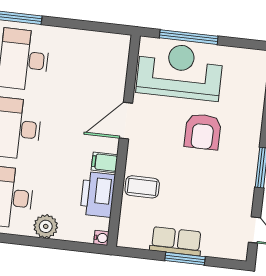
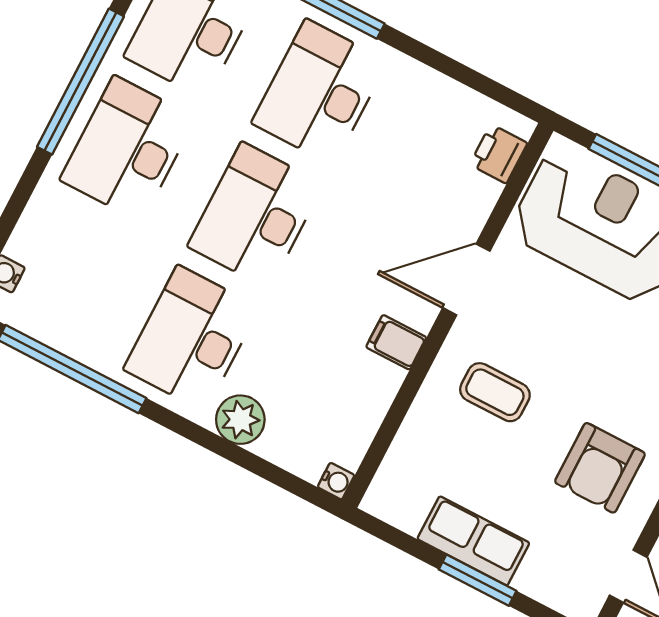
armchair: (203, 132) -> (600, 468), moved
coffee table: (142, 187) -> (495, 392), moved
printer: (98, 194) -> (499, 154), moved, width x0.53, depth x0.68

